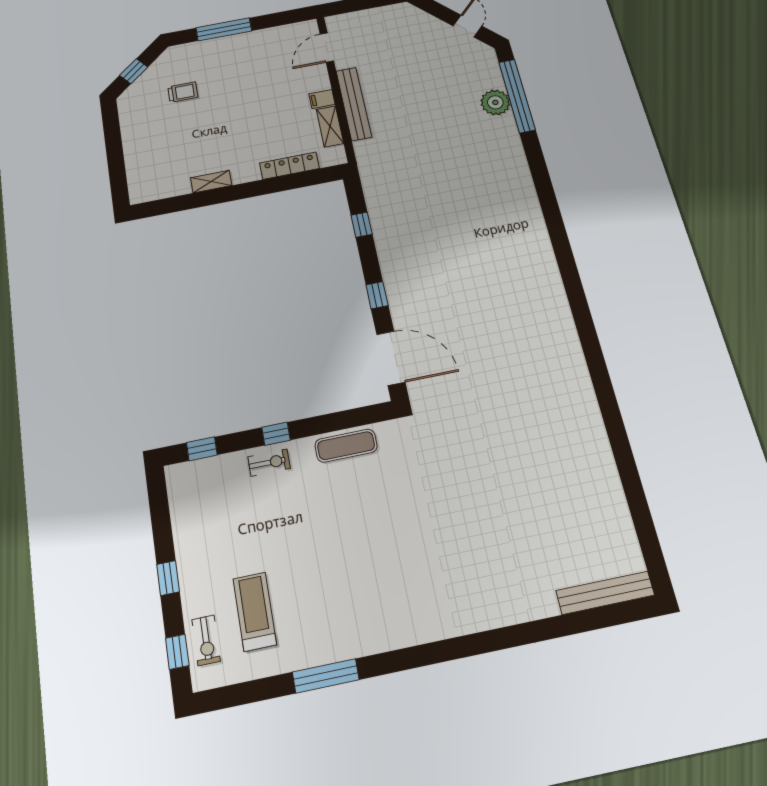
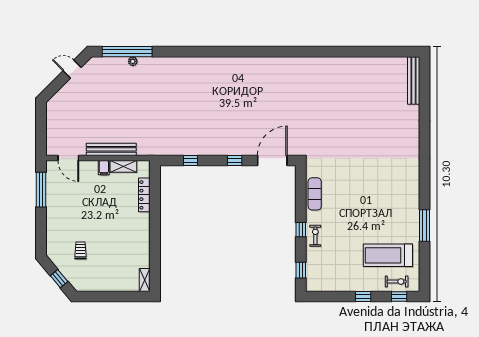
window: (224, 29) -> (41, 190), moved
plant: (495, 102) -> (133, 61), width x0.53, depth x0.53
shelving: (211, 182) -> (145, 280), moved
treadmill: (255, 612) -> (388, 255), width x1.37, depth x1.38

